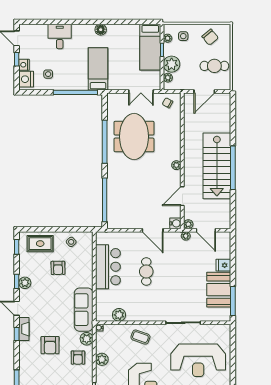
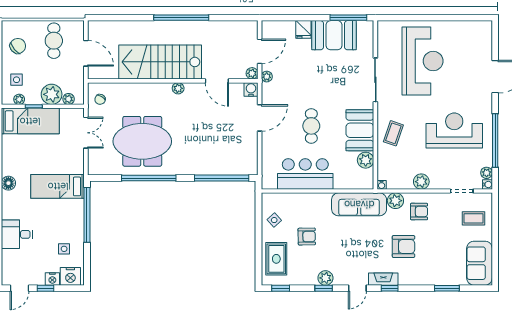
stairs: (217, 166) -> (160, 62), moved, turned 180
cafe table: (146, 272) -> (311, 126), turned 90
booth: (143, 310) -> (360, 130), added

